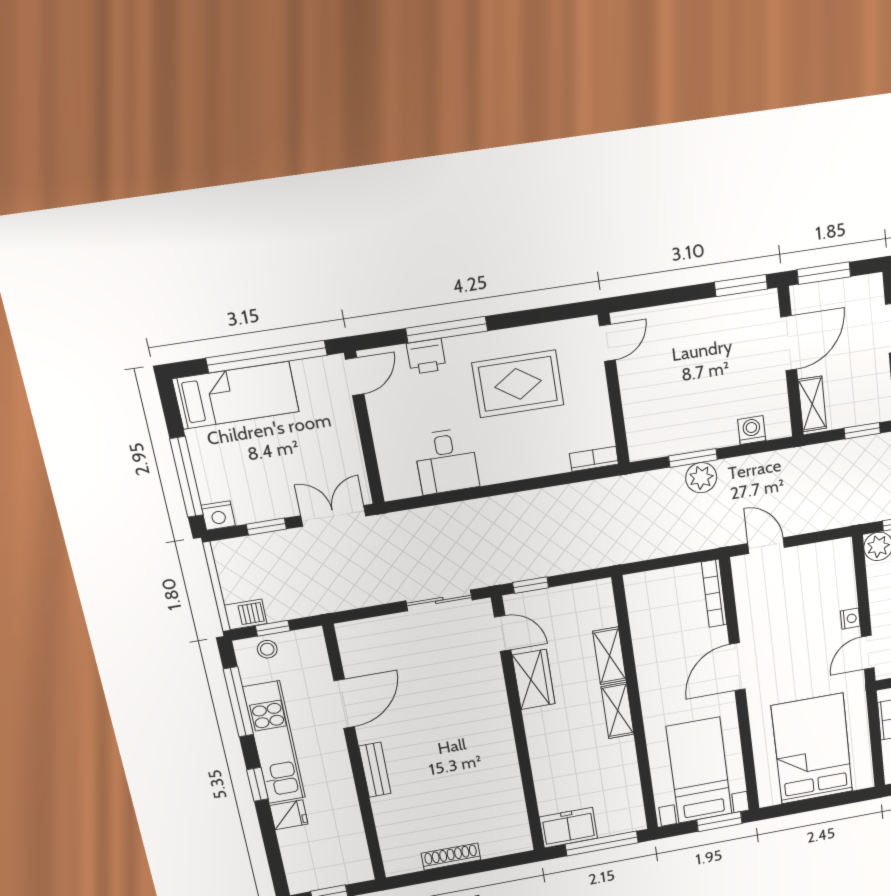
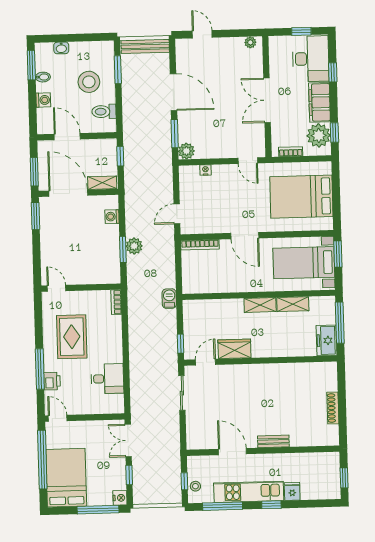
door: (789, 343) -> (68, 193), width x1.36
bed: (236, 395) -> (66, 478), width x1.50
barbecue: (245, 614) -> (169, 299), moved
nightstand: (850, 619) -> (205, 170), moved
shelving: (609, 656) -> (293, 304), moved

